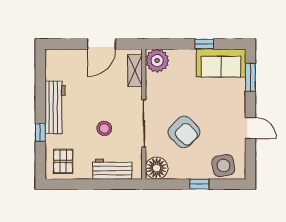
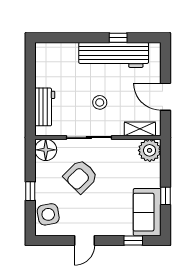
window: (250, 77) -> (133, 240), width x0.67
workbench: (55, 107) -> (114, 55), width x1.36, depth x1.32
stool: (104, 128) -> (100, 102), moved
window: (40, 132) -> (118, 38), moved
pallet: (63, 161) -> (52, 60), removed

